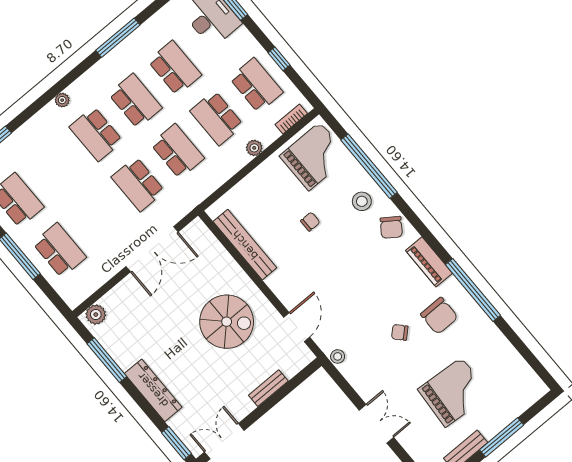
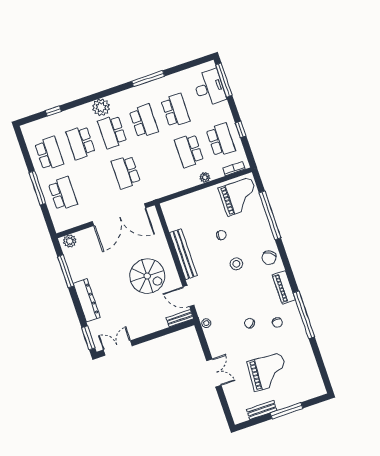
plant: (62, 100) -> (101, 107), width x1.88, depth x1.88
school desk: (177, 151) -> (81, 143), moved, turned 180
stool: (362, 201) -> (236, 264), moved
bench: (245, 245) -> (183, 254), moved
double door: (152, 249) -> (119, 215), width x1.36
chair: (439, 316) -> (277, 322), width x0.54, depth x0.54
door: (297, 327) -> (188, 296), swing flipped
bench: (268, 388) -> (180, 318), moved

